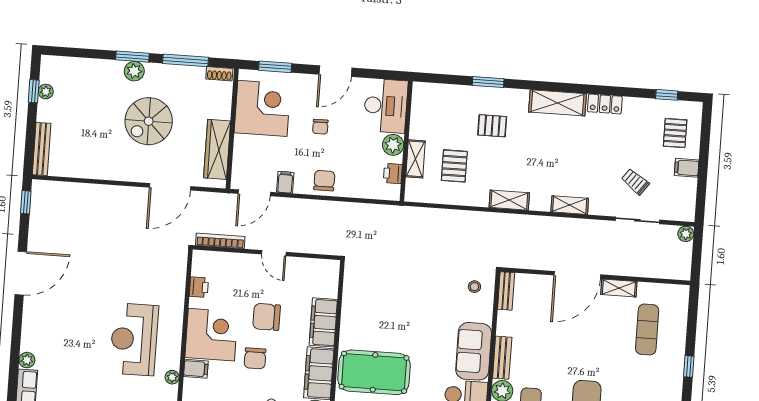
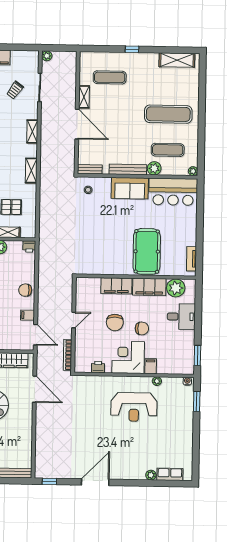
printer: (393, 173) -> (29, 247), moved
door: (21, 273) -> (95, 482), hinge flipped
bench: (502, 358) -> (128, 169), width x1.36

